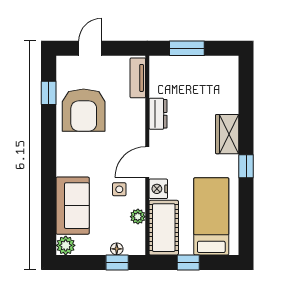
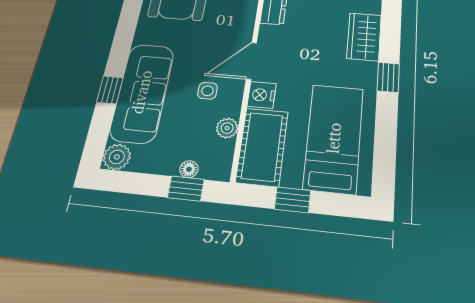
window: (49, 195) -> (110, 90), added
sofa: (73, 206) -> (142, 92), width x1.36

